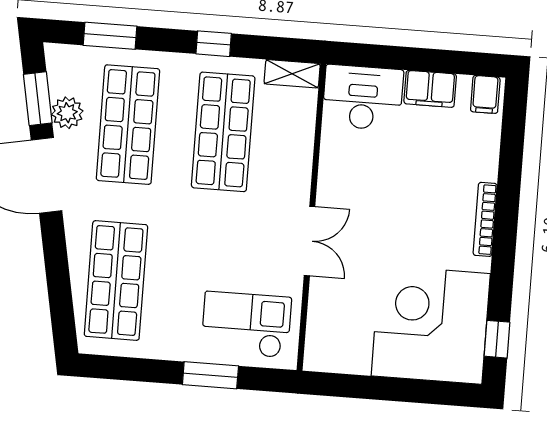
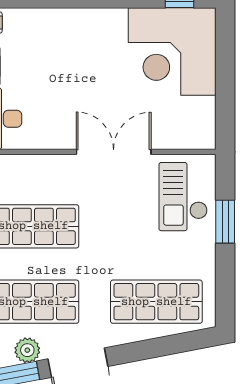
bookcase: (485, 219) -> (86, 15), removed
double door: (310, 241) -> (114, 152), width x1.37

